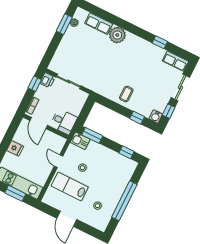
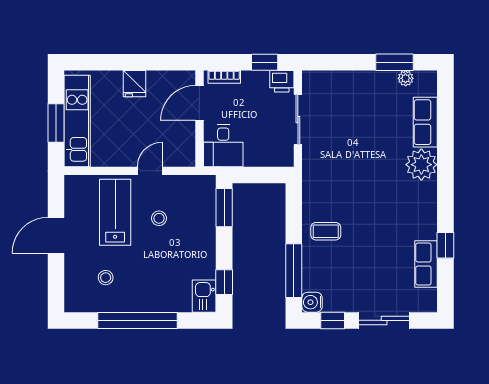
row of seats: (175, 61) -> (426, 264), moved
window: (137, 118) -> (294, 271), width x2.17
kitchen sink: (80, 141) -> (204, 296), moved

